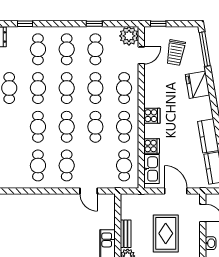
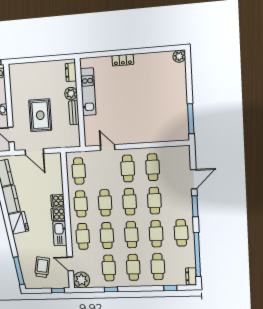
door: (141, 55) -> (70, 264), hinge flipped
fridge: (198, 85) -> (18, 223), moved
cooker: (152, 146) -> (58, 201), moved
kitchen sink: (151, 169) -> (60, 234), moved

